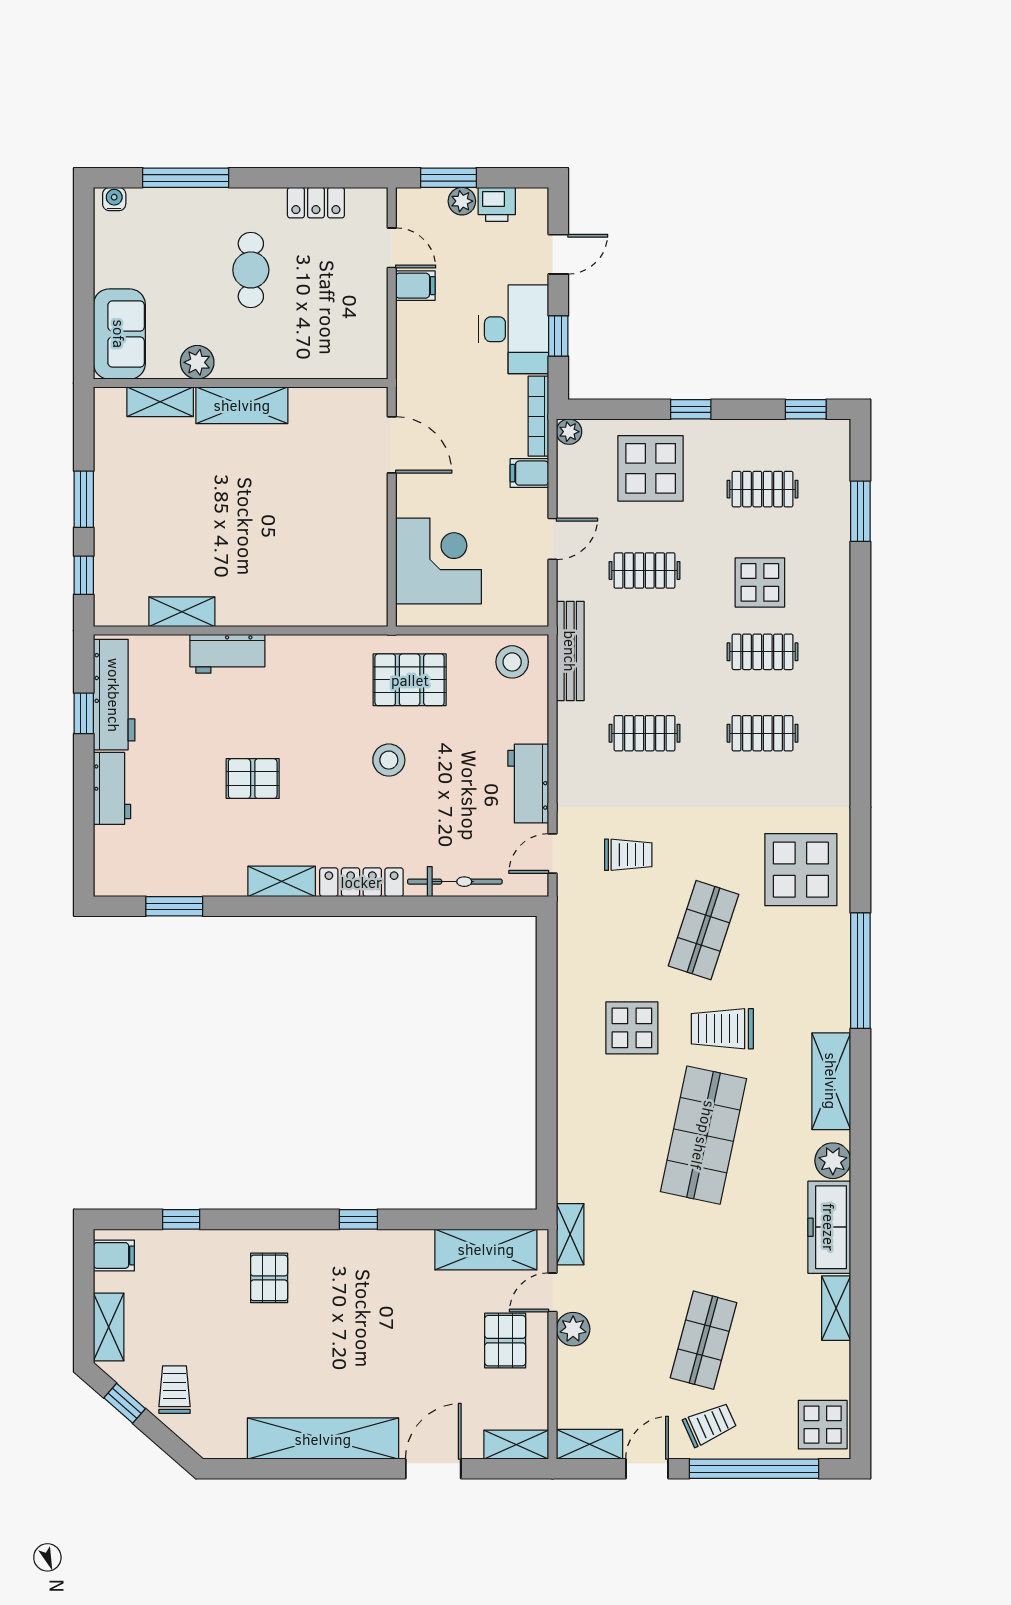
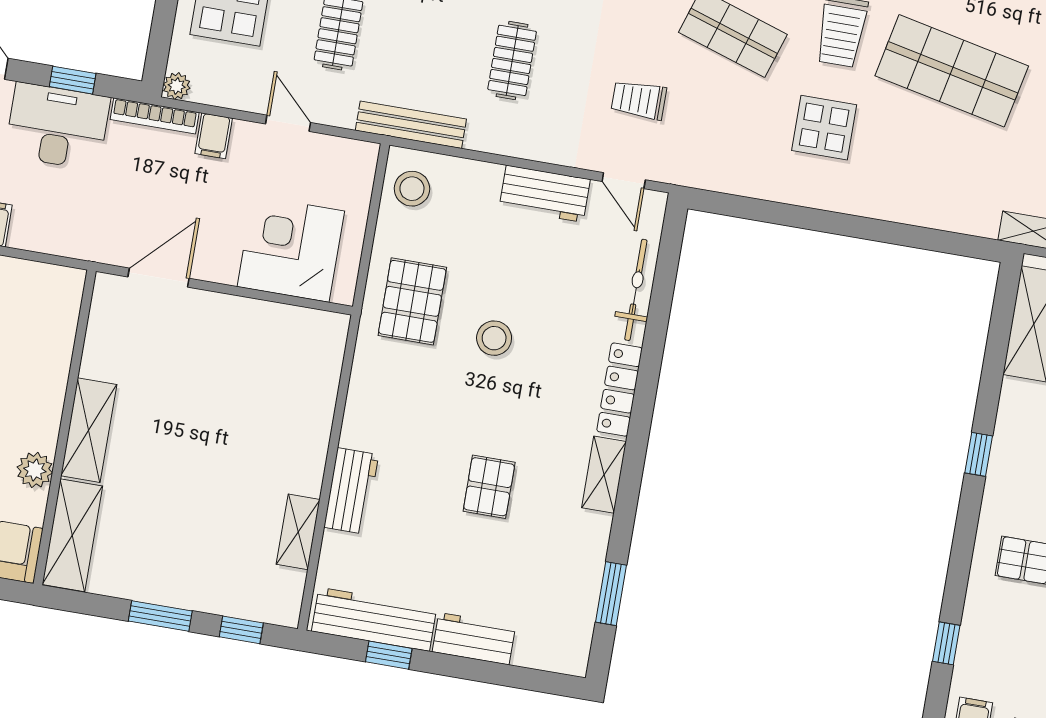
shelving: (160, 402) -> (72, 535), width x1.50, depth x1.33
trolley: (628, 855) -> (639, 100), turned -90

